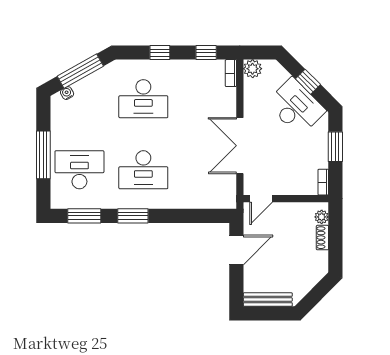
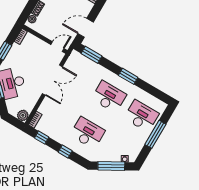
desk: (79, 170) -> (141, 116), turned 180
window: (84, 216) -> (92, 55), moved

